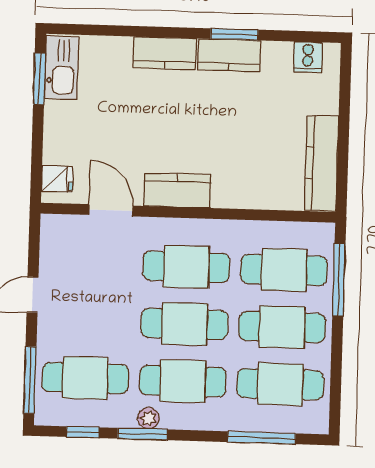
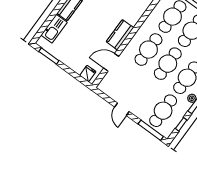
kitchen sink: (62, 68) -> (54, 29), moved, turned 90

